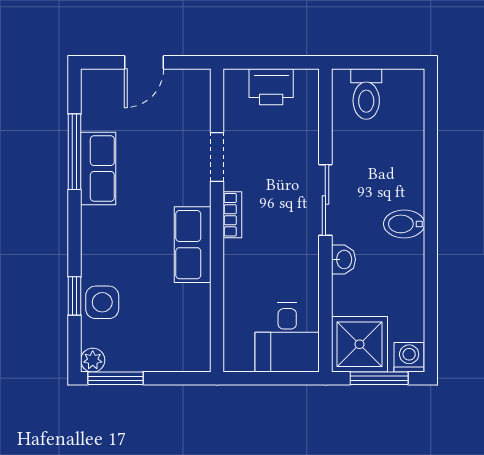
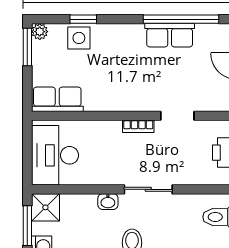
window: (75, 152) -> (181, 19), width x1.46
row of seats: (193, 245) -> (57, 99), moved
desk: (287, 338) -> (55, 155), width x1.37
shower: (360, 344) -> (45, 207), width x0.73, depth x0.73

